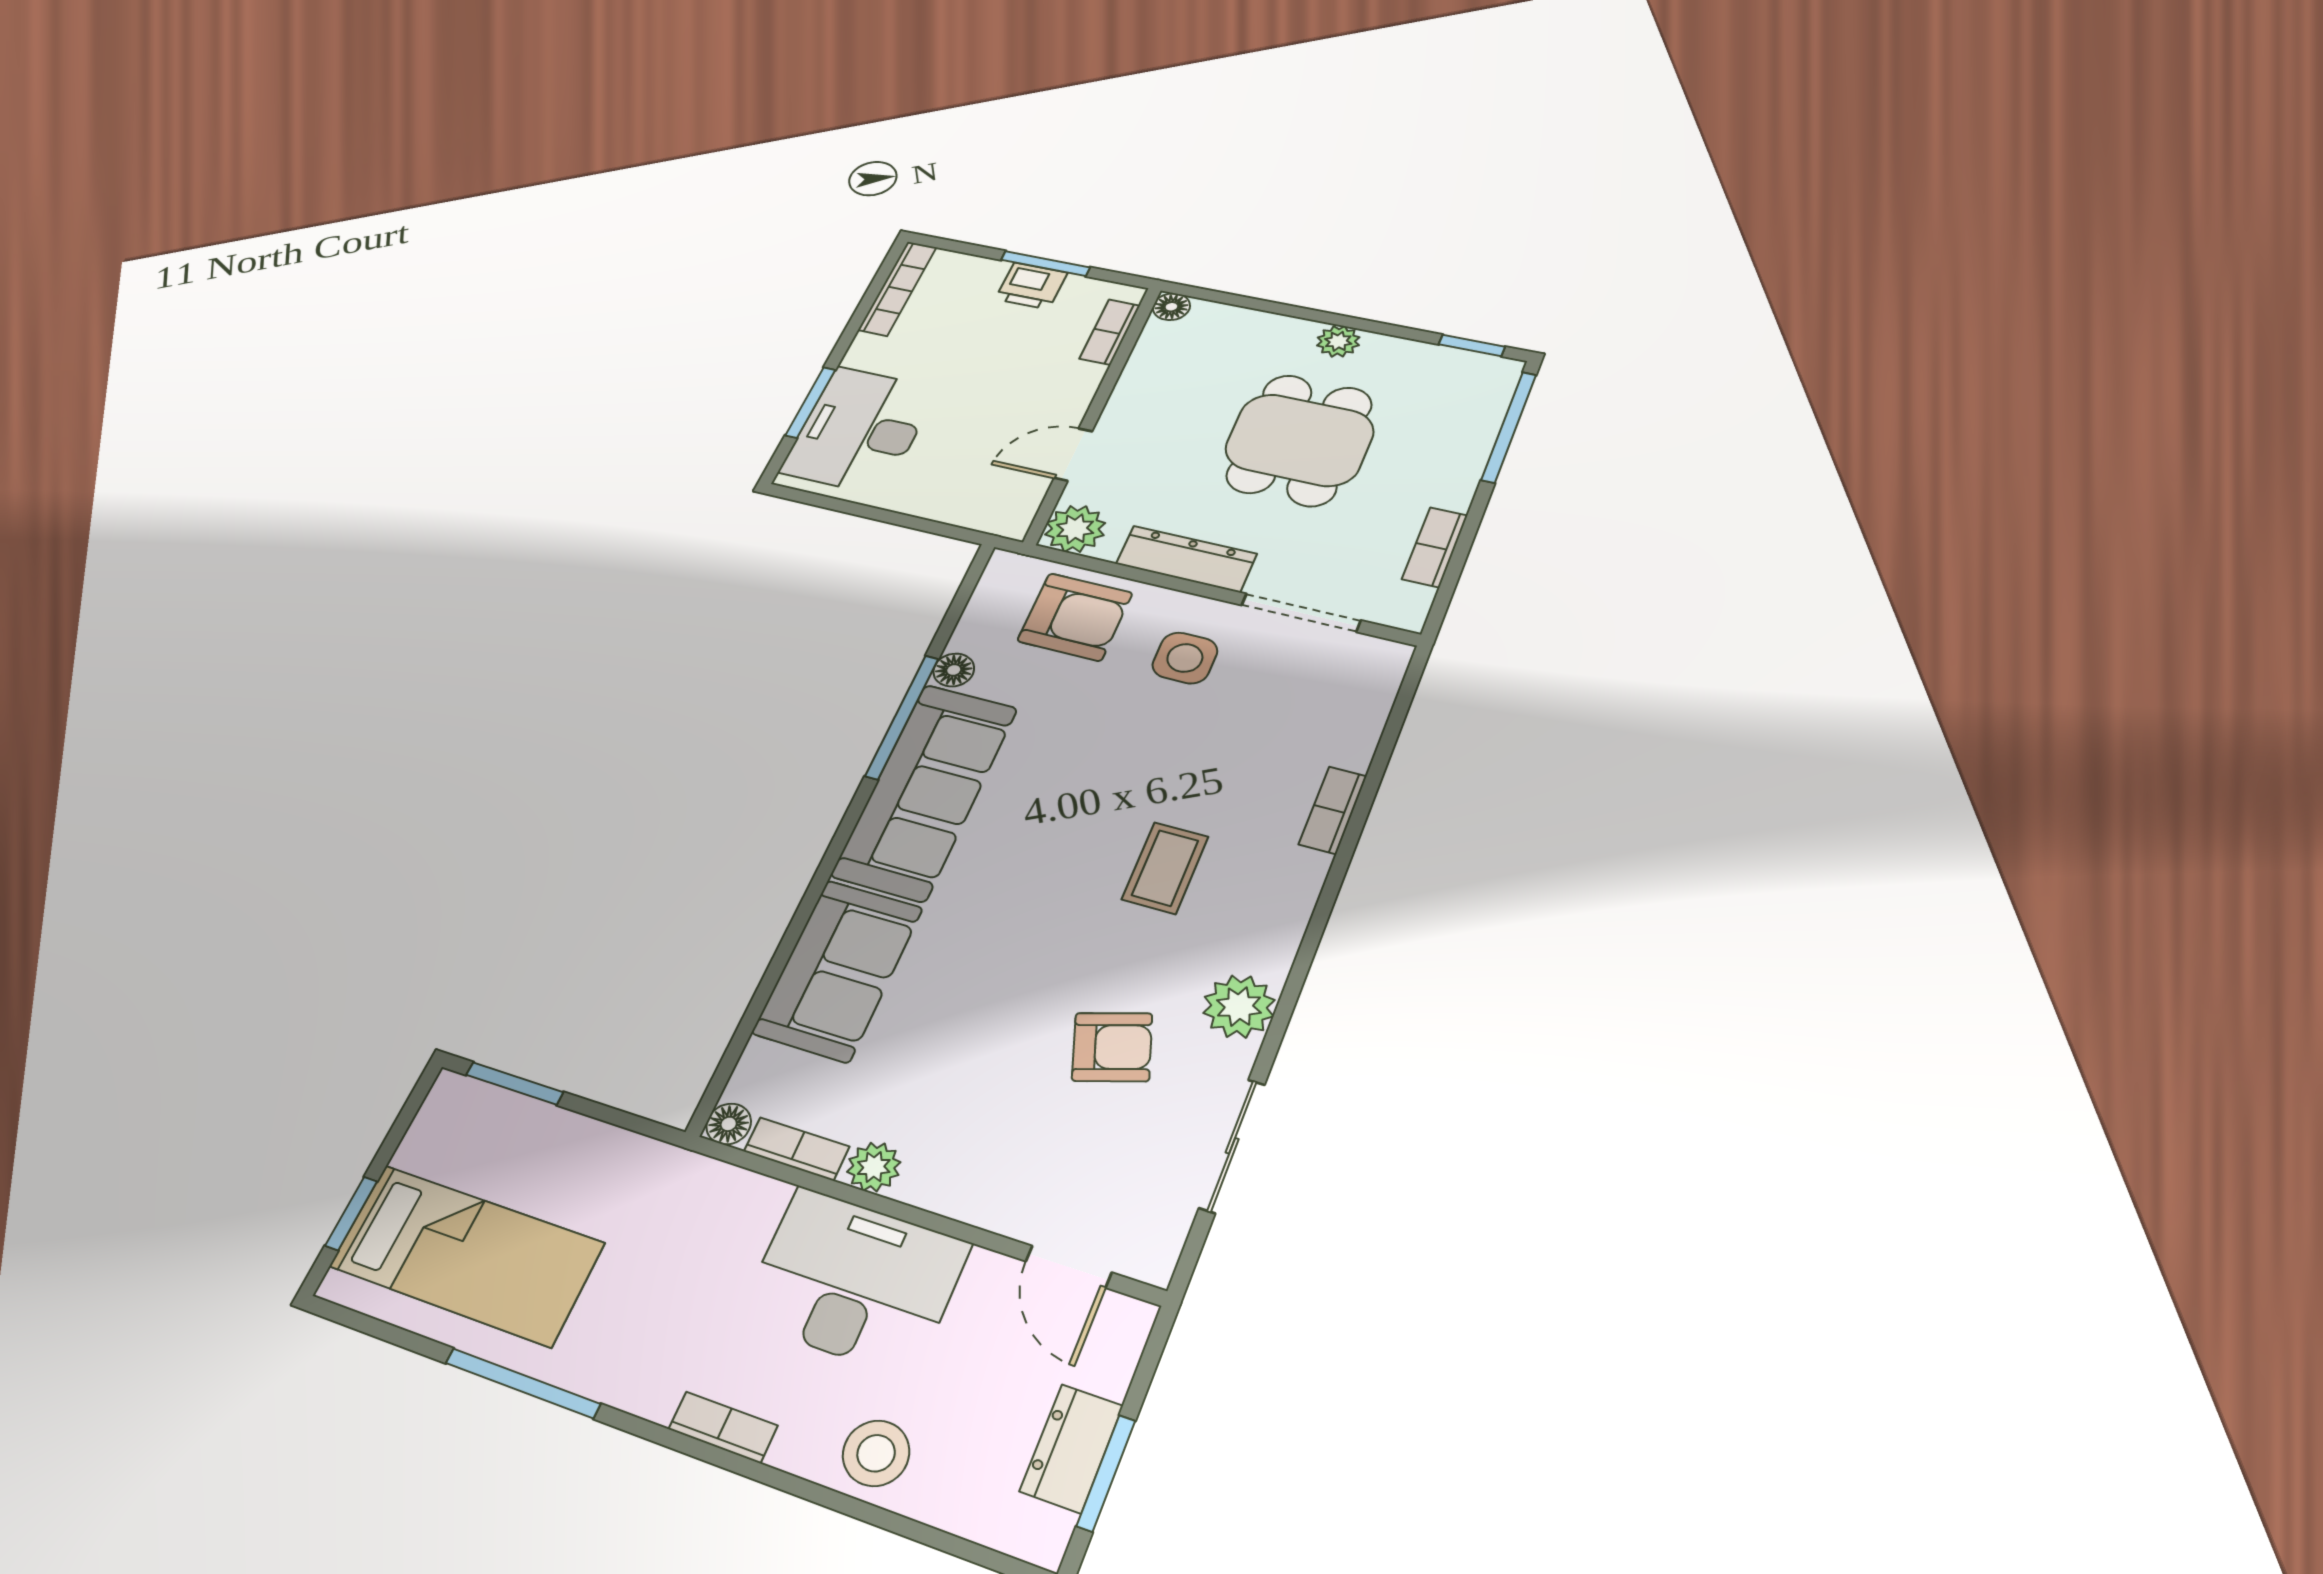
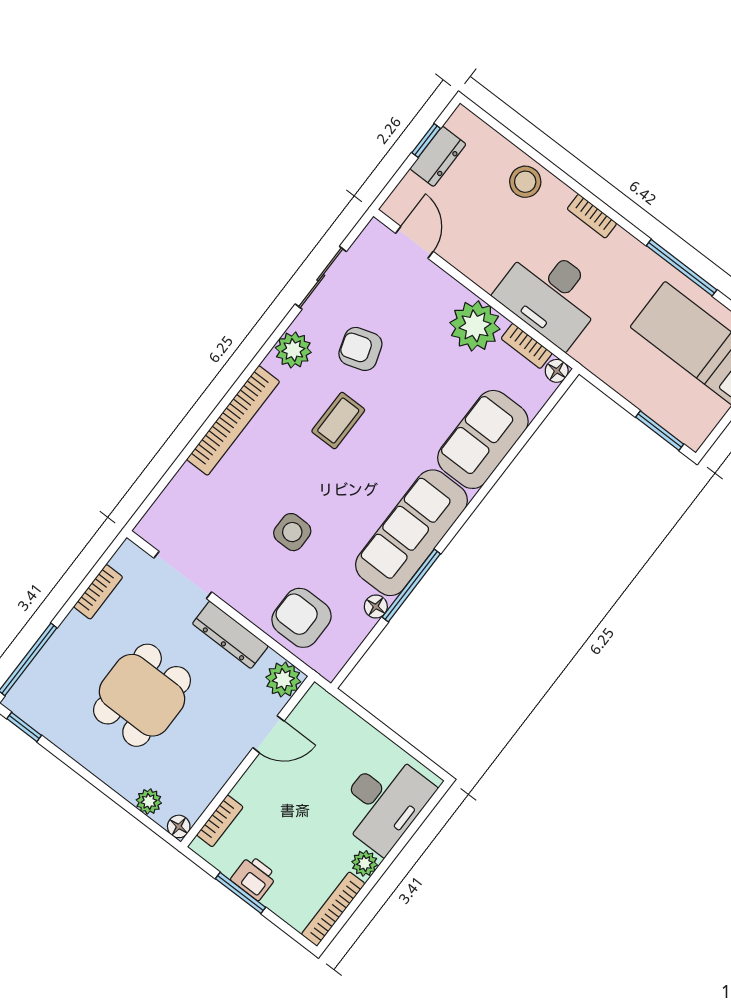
plant: (1338, 341) -> (149, 801), moved
plant: (866, 352) -> (365, 863), added
window: (810, 402) -> (407, 836), removed
side table: (1185, 658) -> (292, 532), moved
bookcase: (1333, 810) -> (233, 420), width x2.31, depth x1.31
coffee table: (1165, 868) -> (338, 421), moved
plant: (874, 1167) -> (475, 326), width x1.88, depth x1.88
desk: (854, 1281) -> (551, 295), moved
window: (1106, 1473) -> (426, 140), width x0.67

